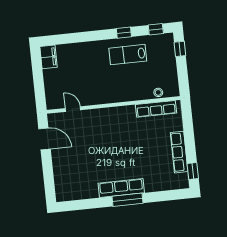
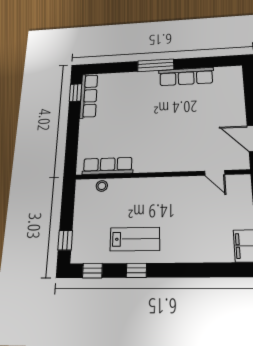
row of seats: (179, 152) -> (89, 96), moved
row of seats: (121, 188) -> (186, 77), moved

